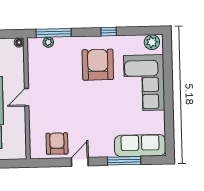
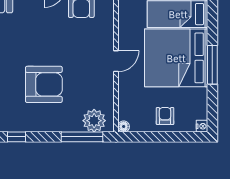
plant: (48, 42) -> (94, 121), width x1.88, depth x1.88
armchair: (98, 65) -> (44, 84), moved, turned -90

